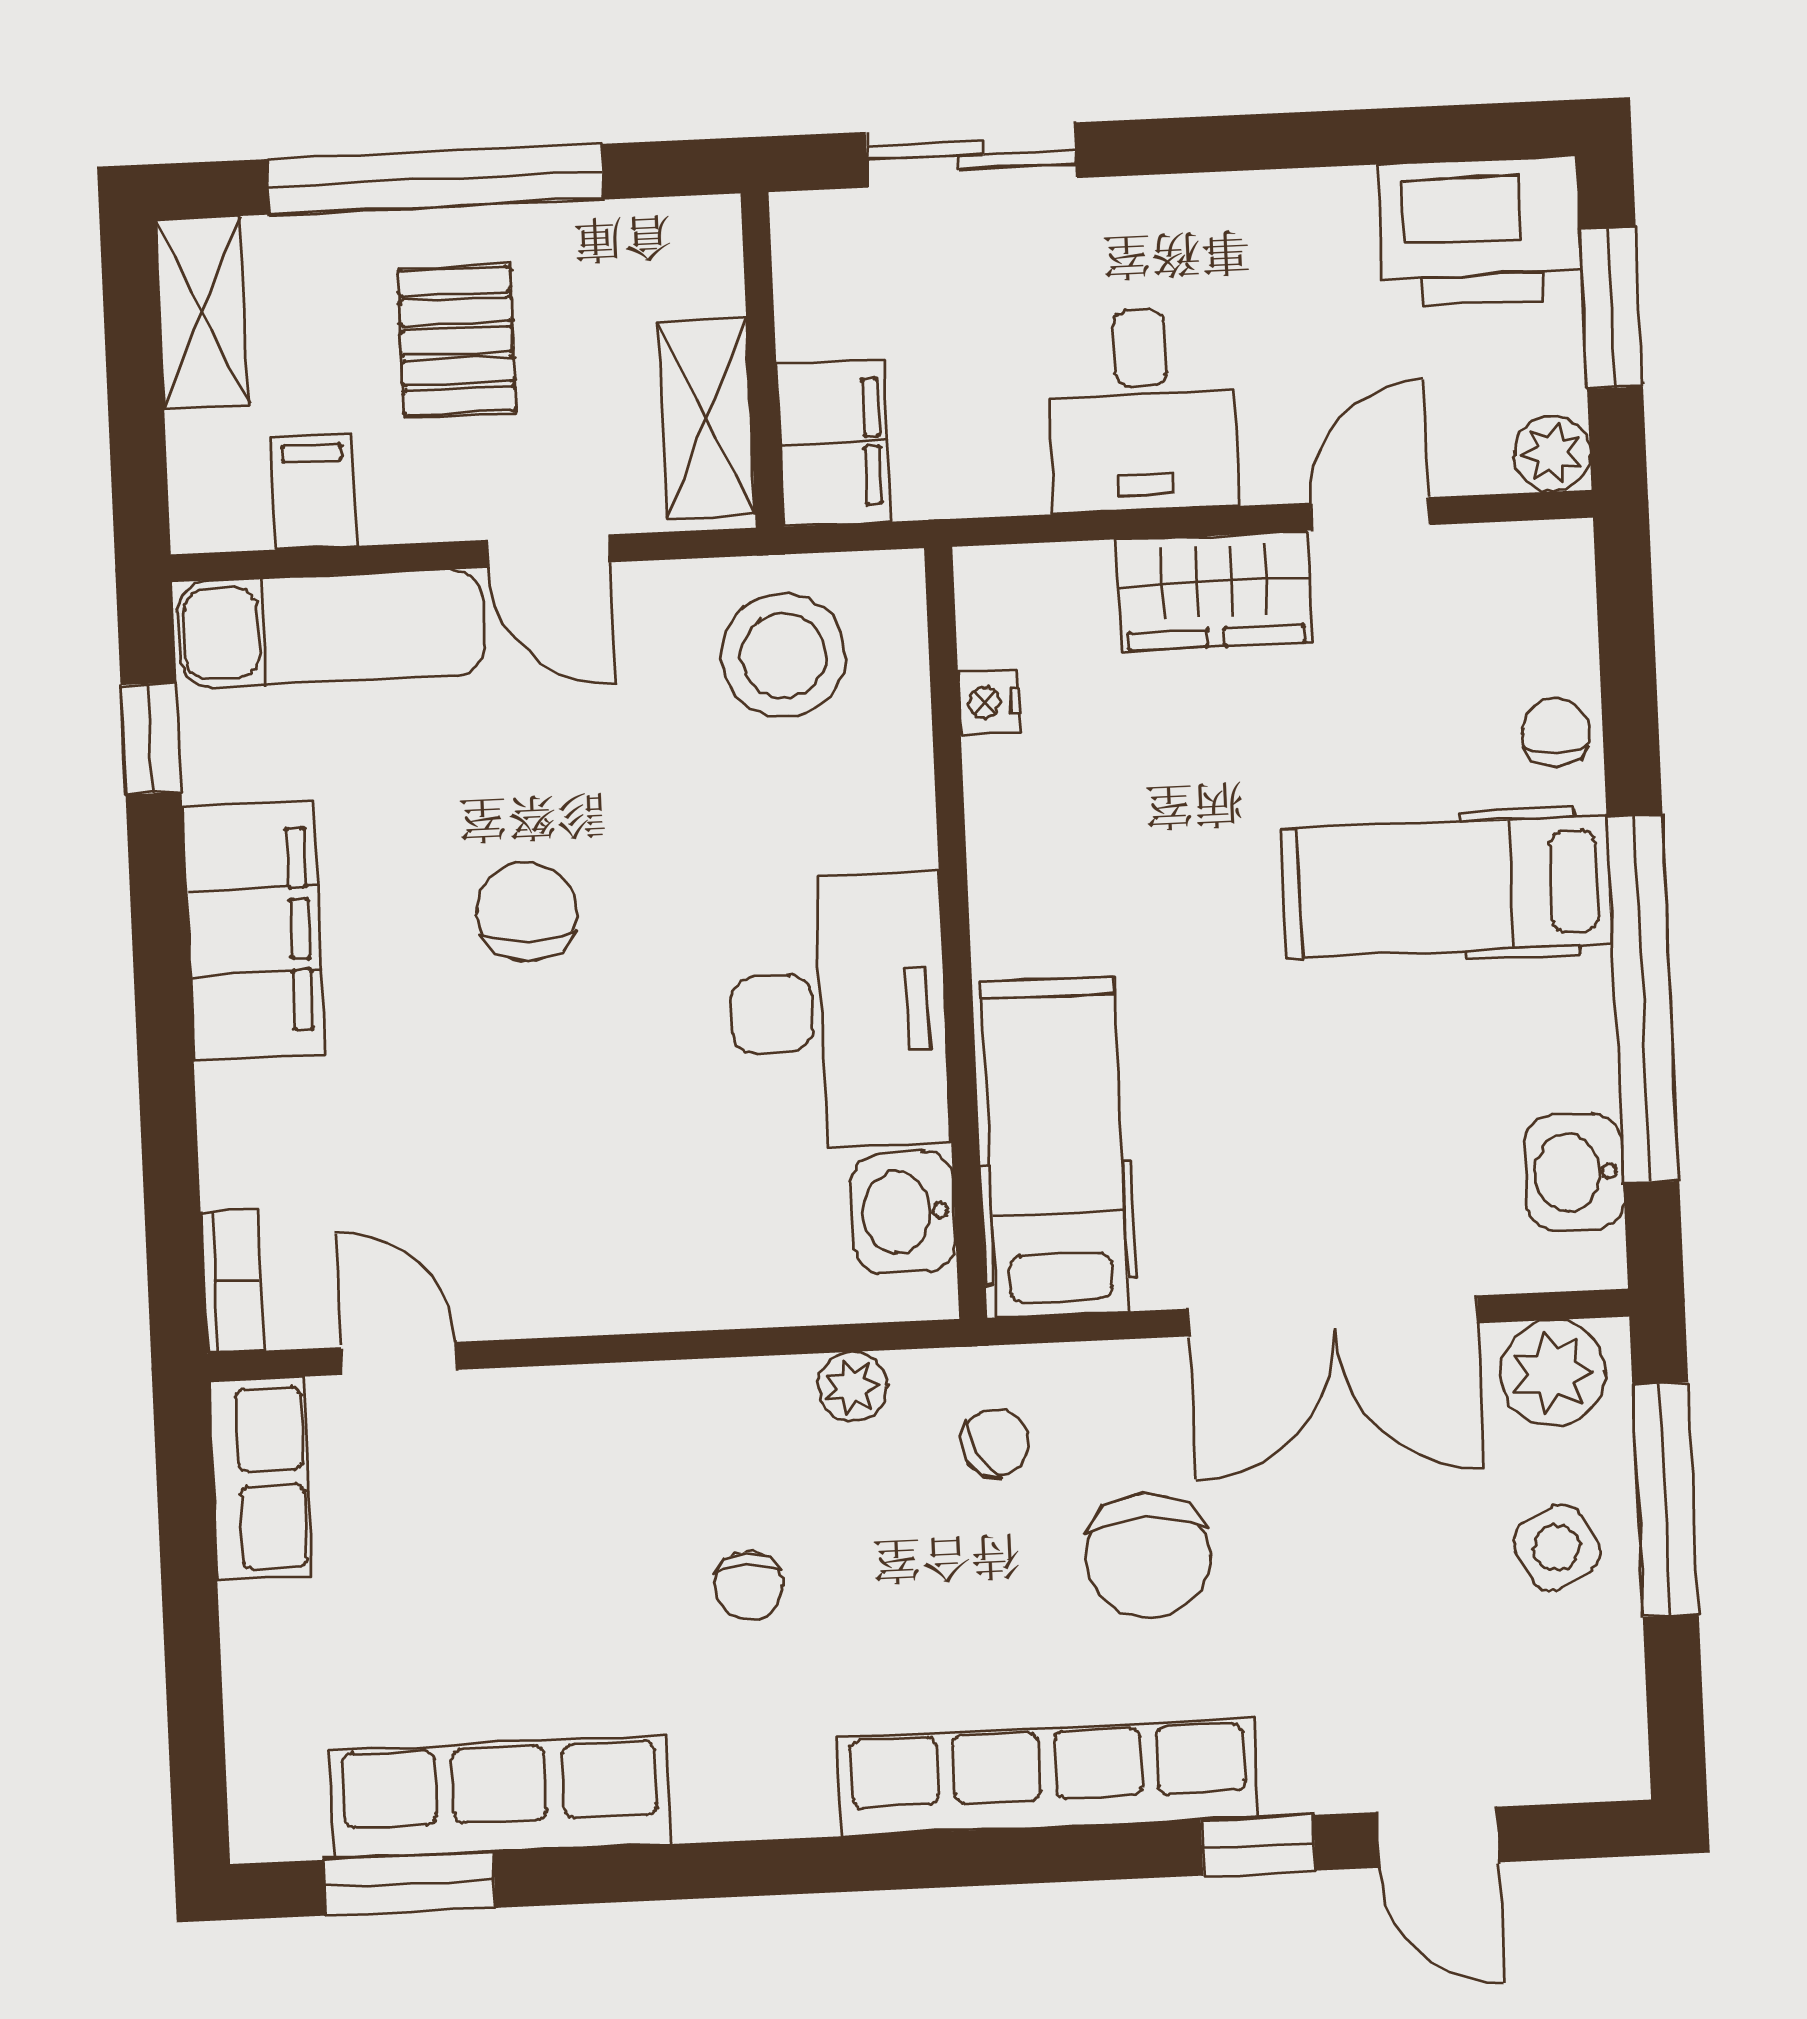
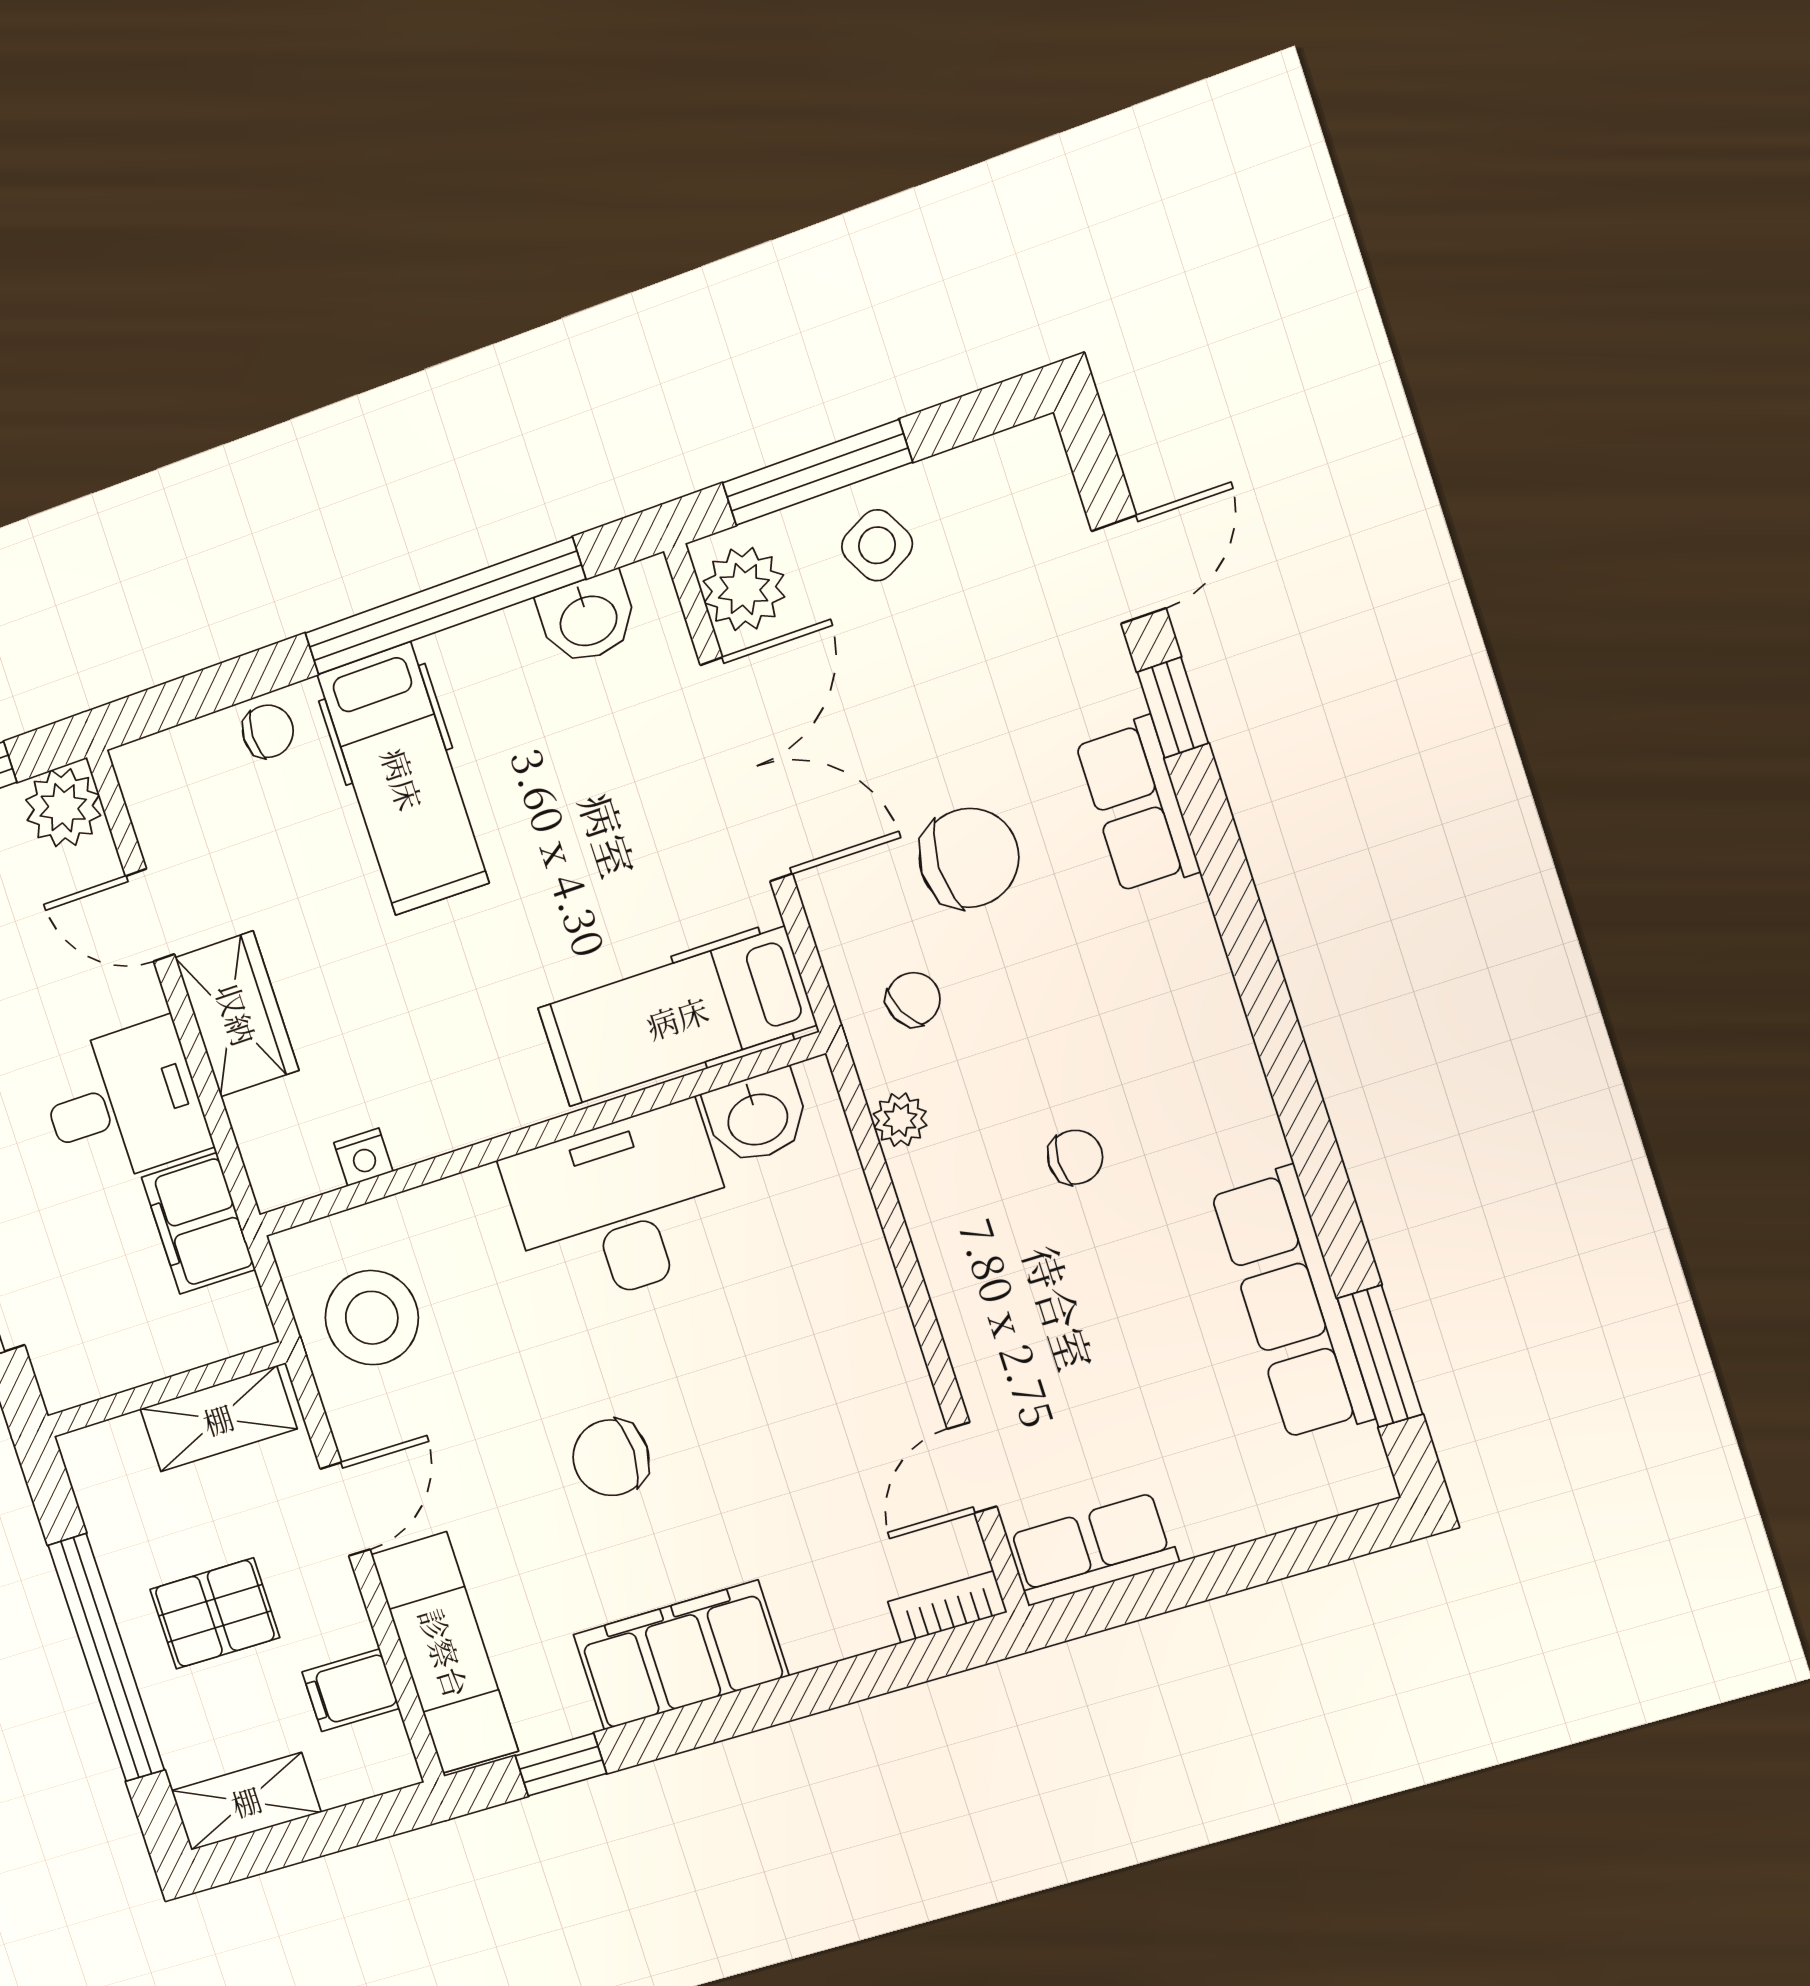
filing cabinet: (834, 443) -> (198, 1223), moved, turned -90
plant: (1552, 454) -> (63, 808), width x1.38, depth x1.38
chair: (1555, 732) -> (268, 731), turned 180
chair: (995, 1443) -> (913, 999), turned 91
row of seats: (1048, 1777) -> (1137, 806), width x0.50

